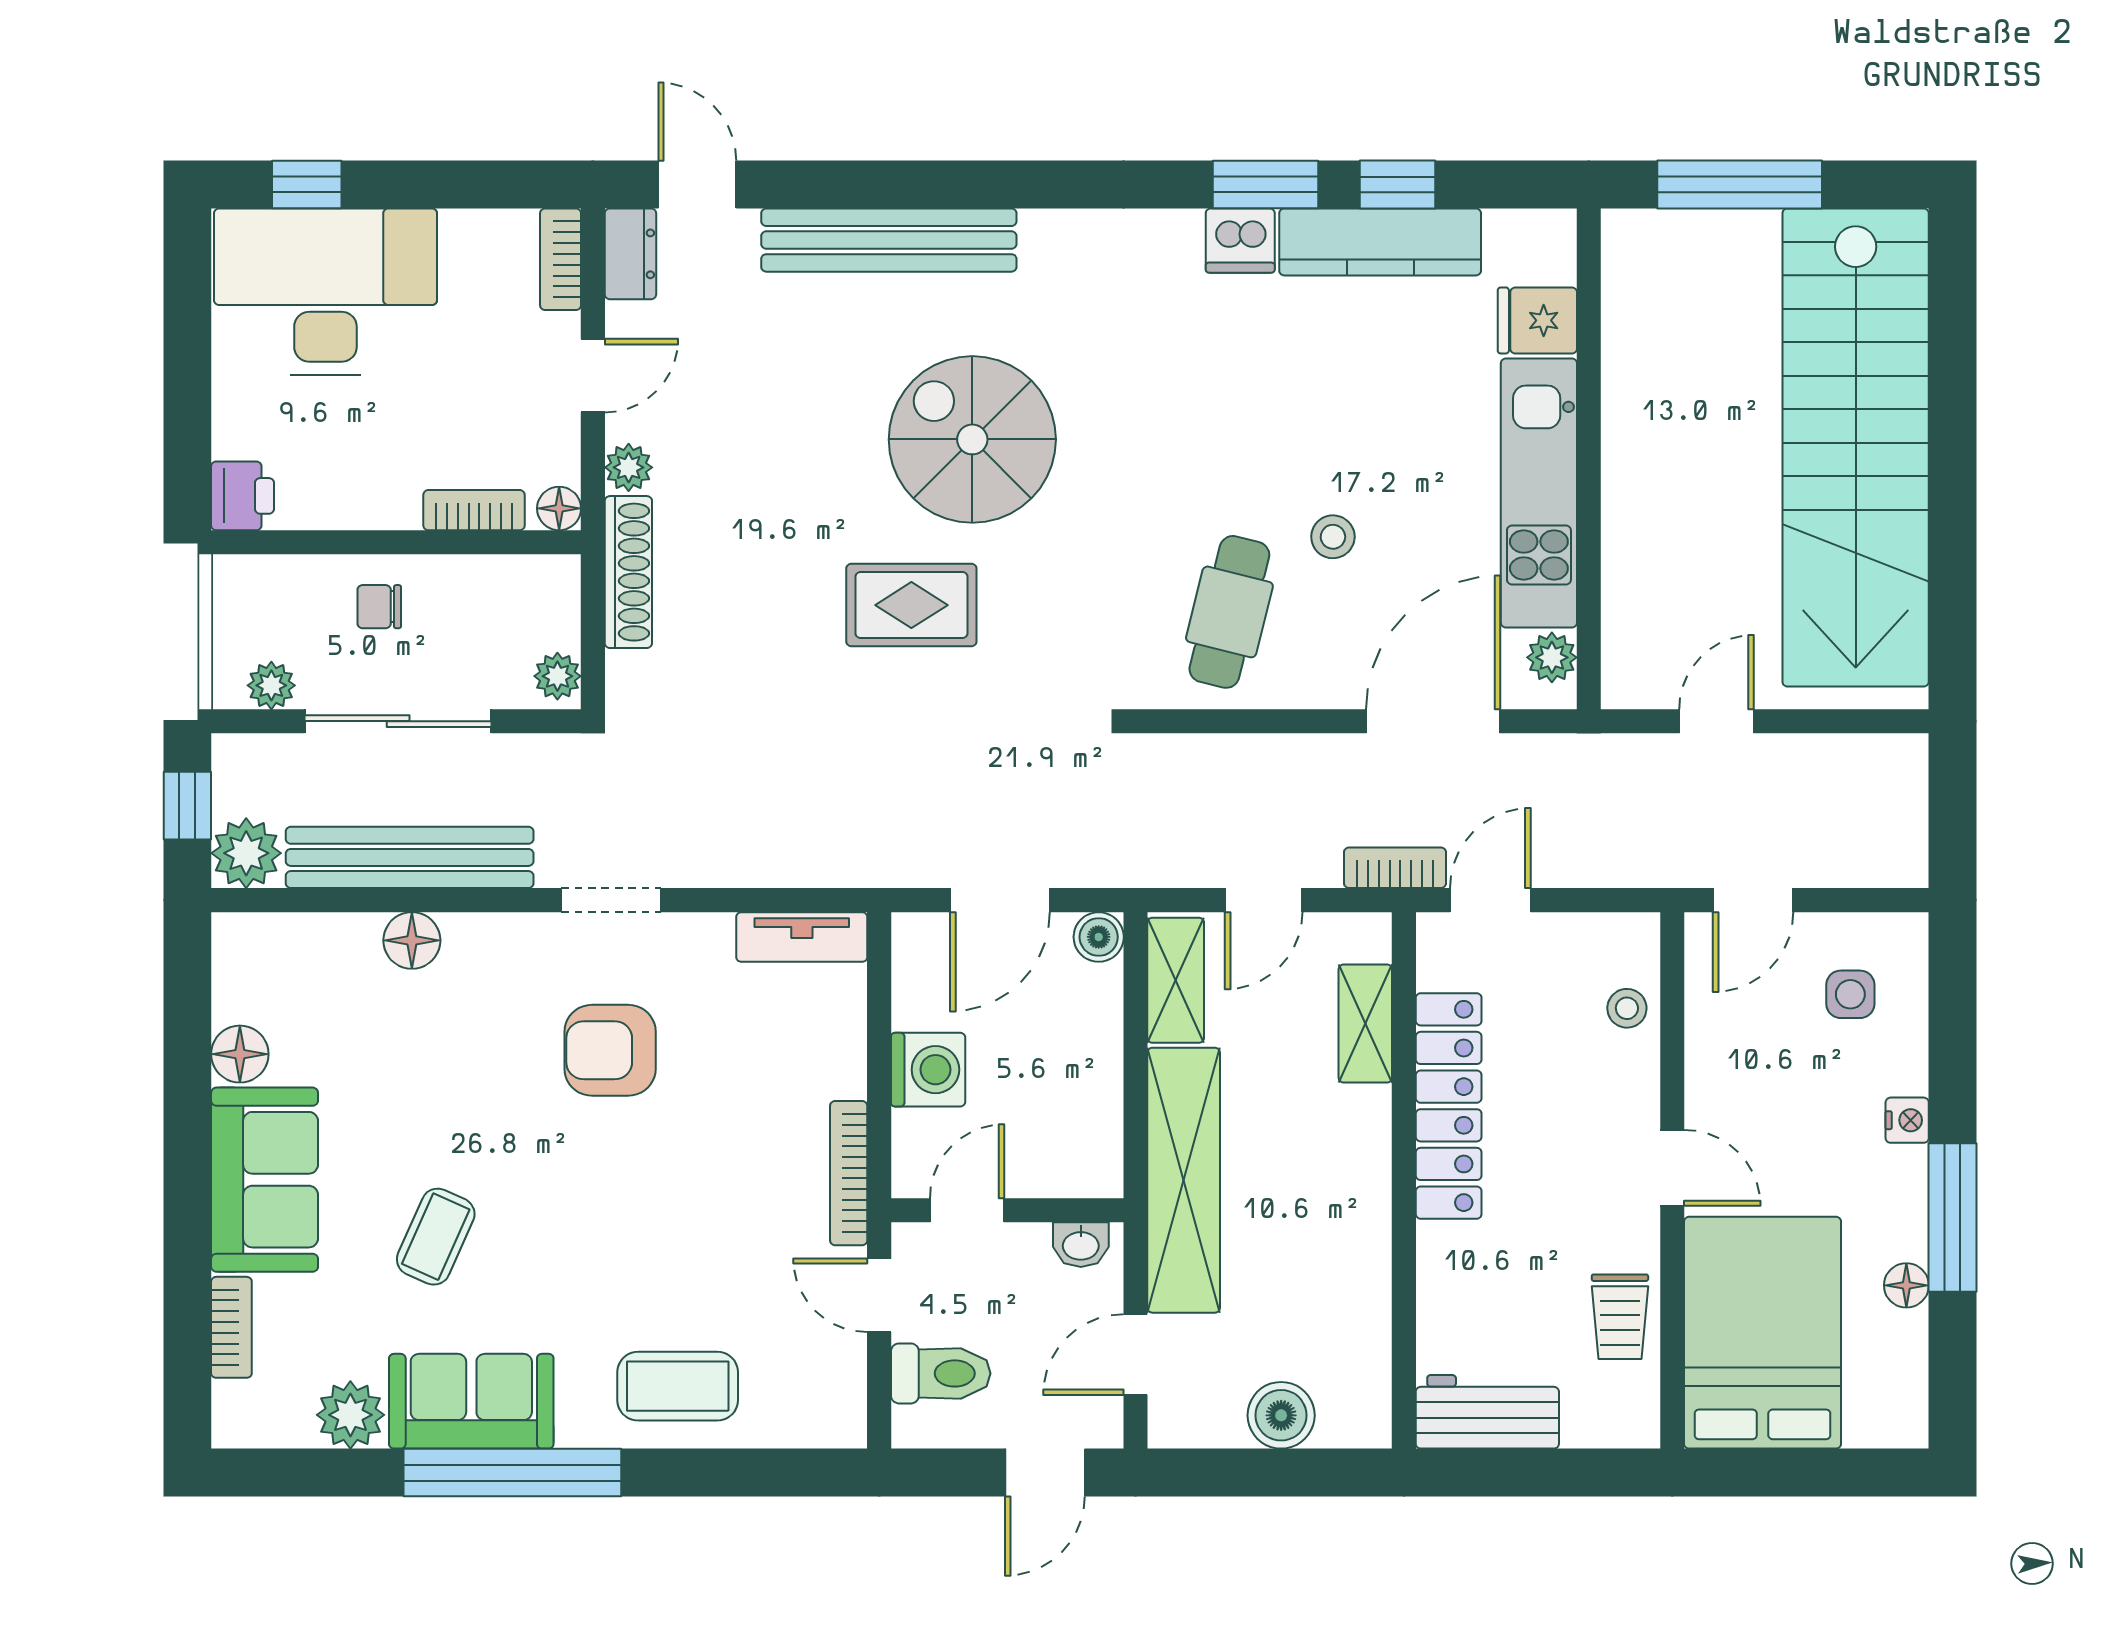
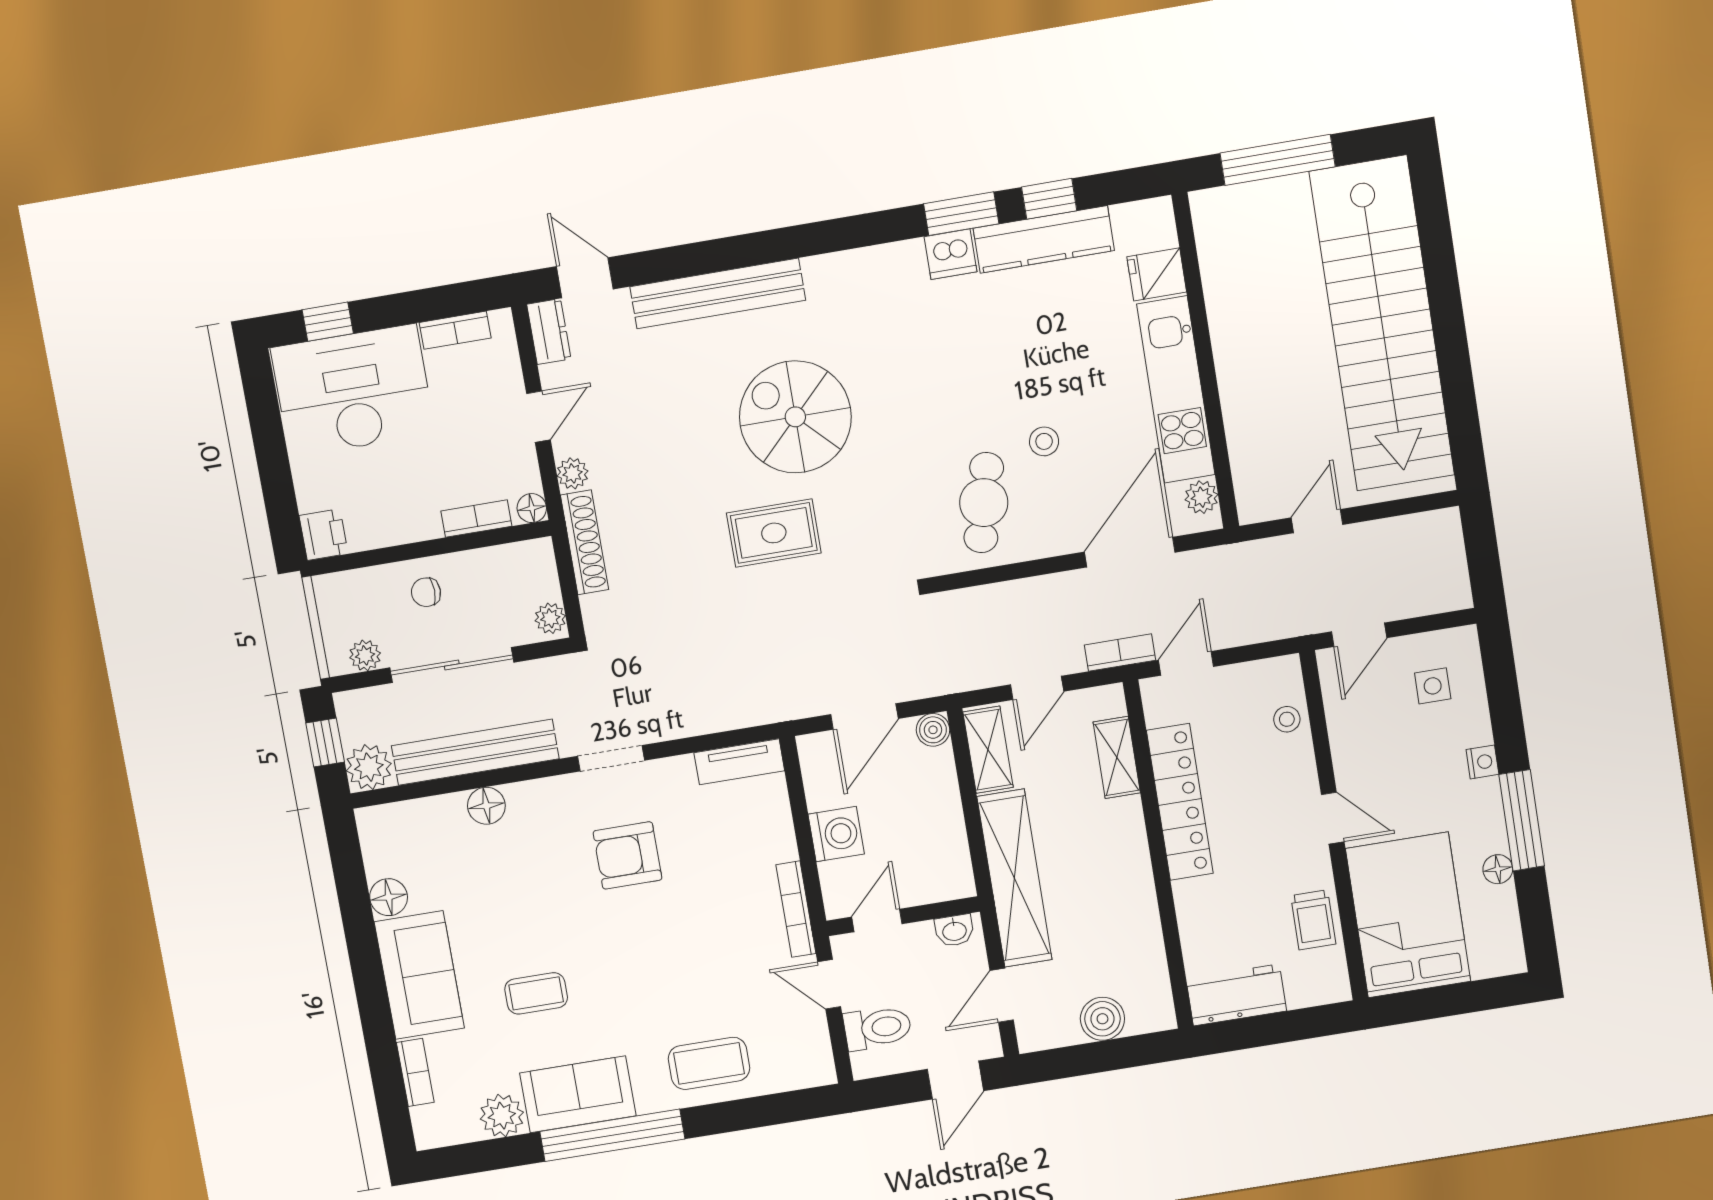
bookcase: (561, 259) -> (455, 330), moved, turned -90
coffee table: (436, 1237) -> (536, 993), turned 66

